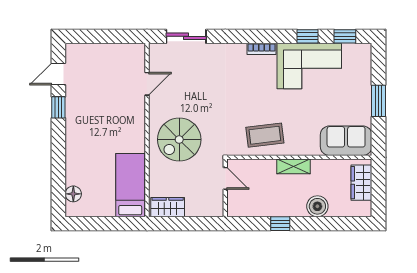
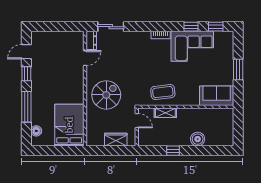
dresser: (157, 57) -> (91, 40), added
spiral stairs: (179, 140) -> (106, 95), turned 180
window: (58, 157) -> (26, 107), added
shelving: (294, 166) -> (165, 113), moved
wardrobe: (361, 183) -> (227, 123), removed
bed: (130, 185) -> (69, 125), width x1.50
wardrobe: (168, 207) -> (116, 140), moved

